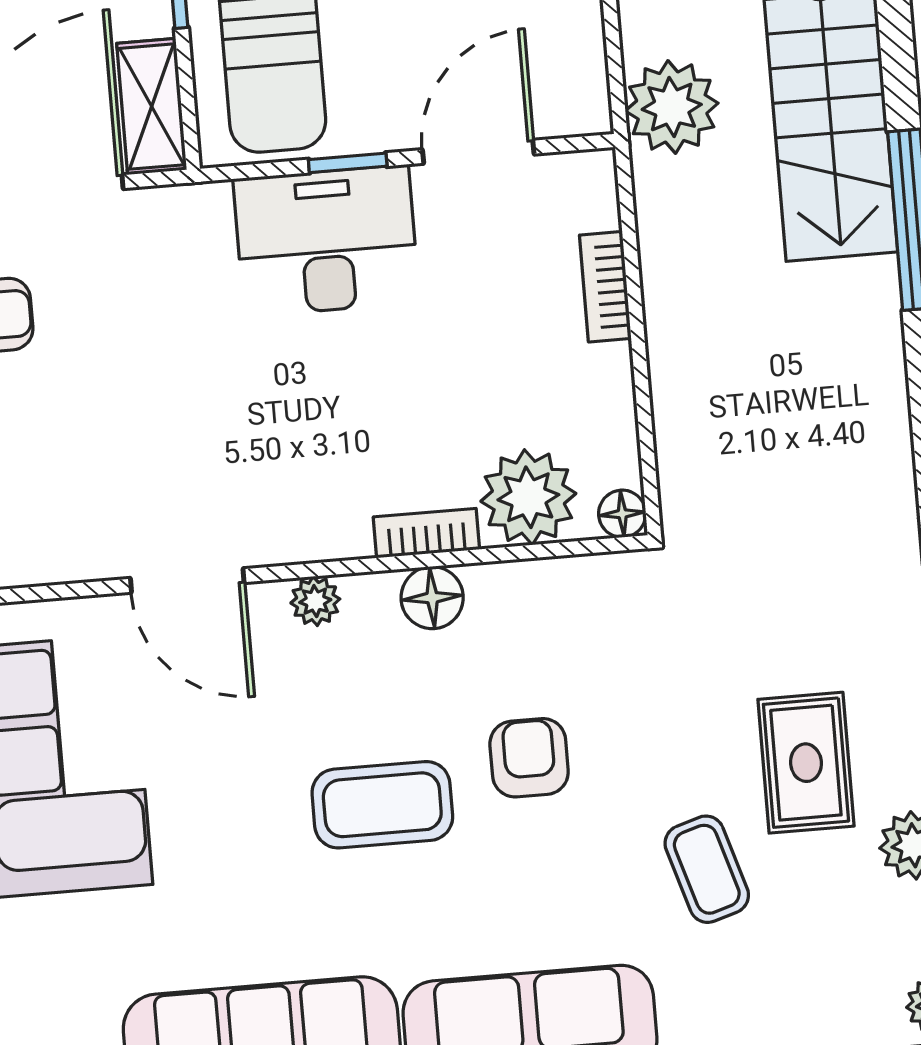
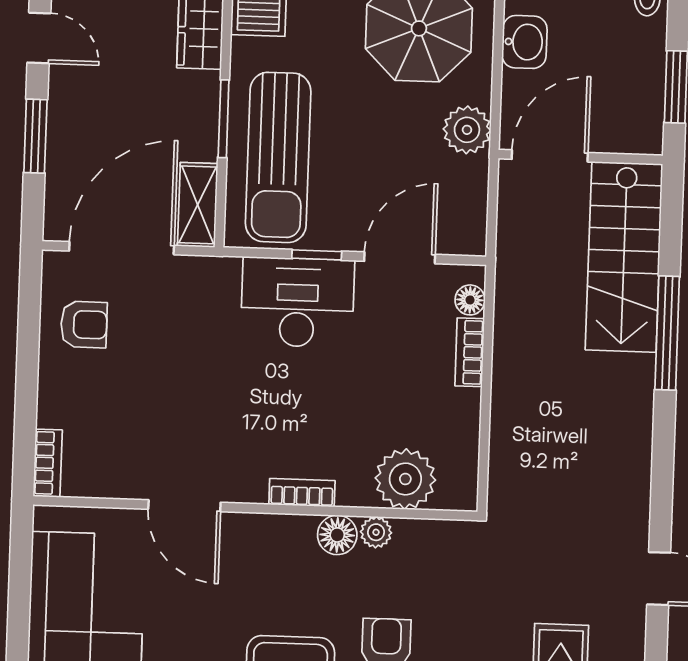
plant: (672, 107) -> (525, 244), removed
floor lamp: (622, 514) -> (470, 300), moved
bookcase: (426, 533) -> (302, 493), moved
plant: (315, 601) -> (376, 532), moved

